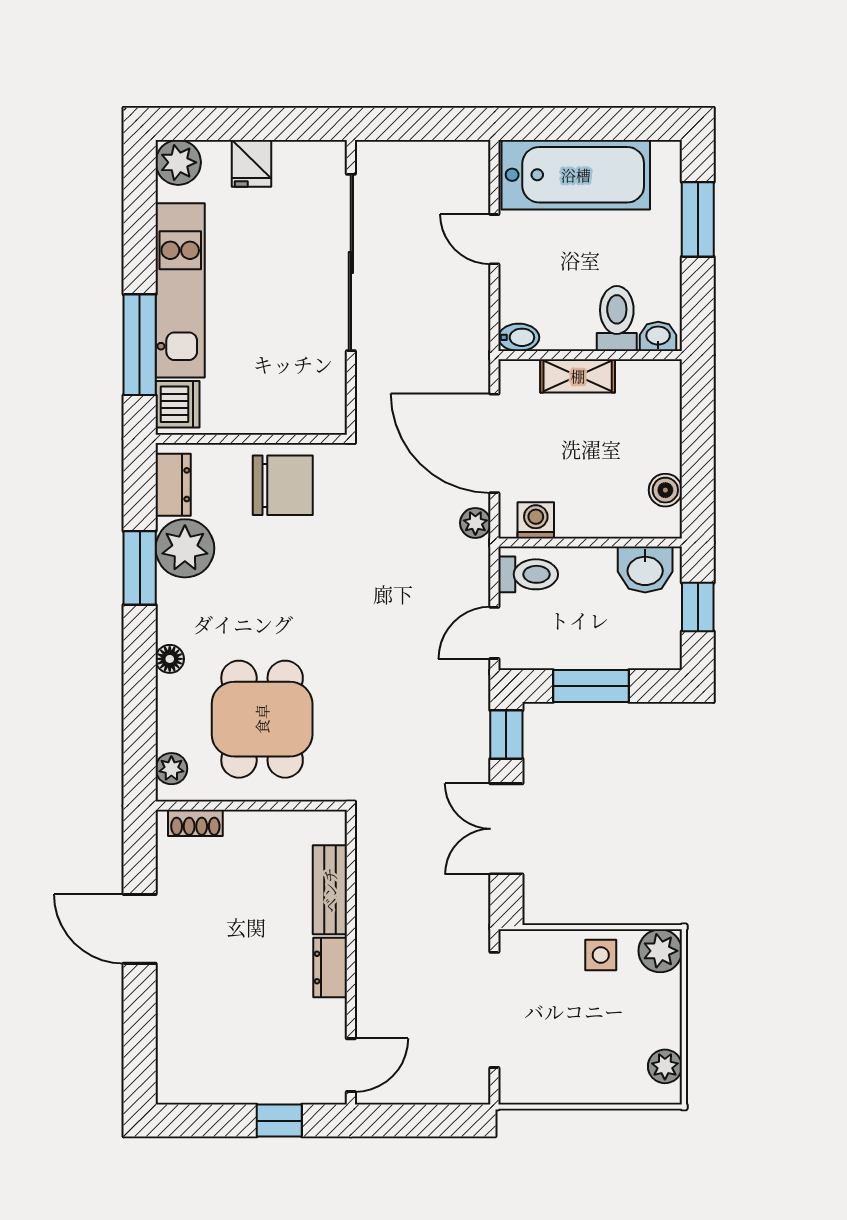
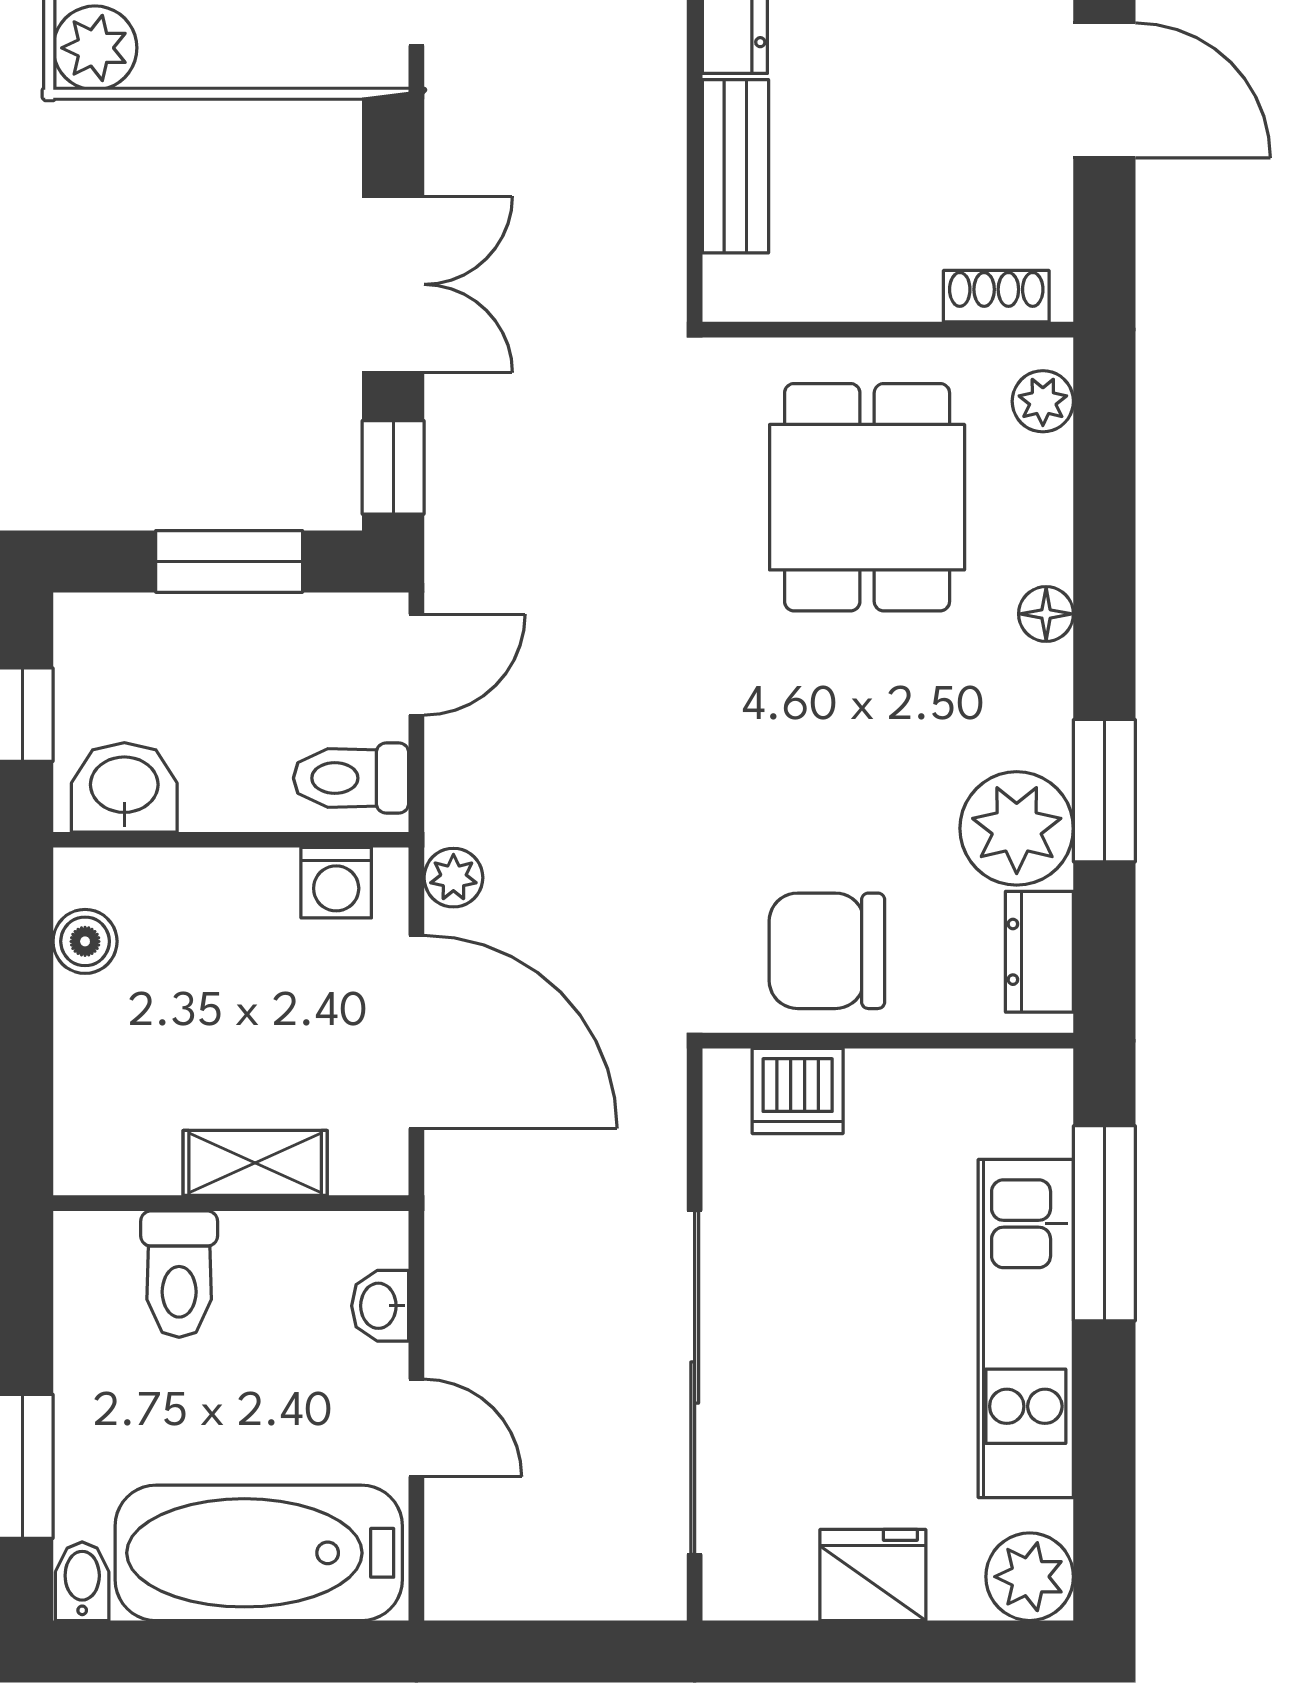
fridge: (251, 163) -> (873, 1575), width x1.38
washbasin: (658, 336) -> (380, 1306), moved, turned 90
bidet: (519, 337) -> (82, 1581), moved, turned 90
dishwasher: (178, 404) -> (798, 1091), moved, turned -90
side table: (601, 955) -> (210, 40), removed

